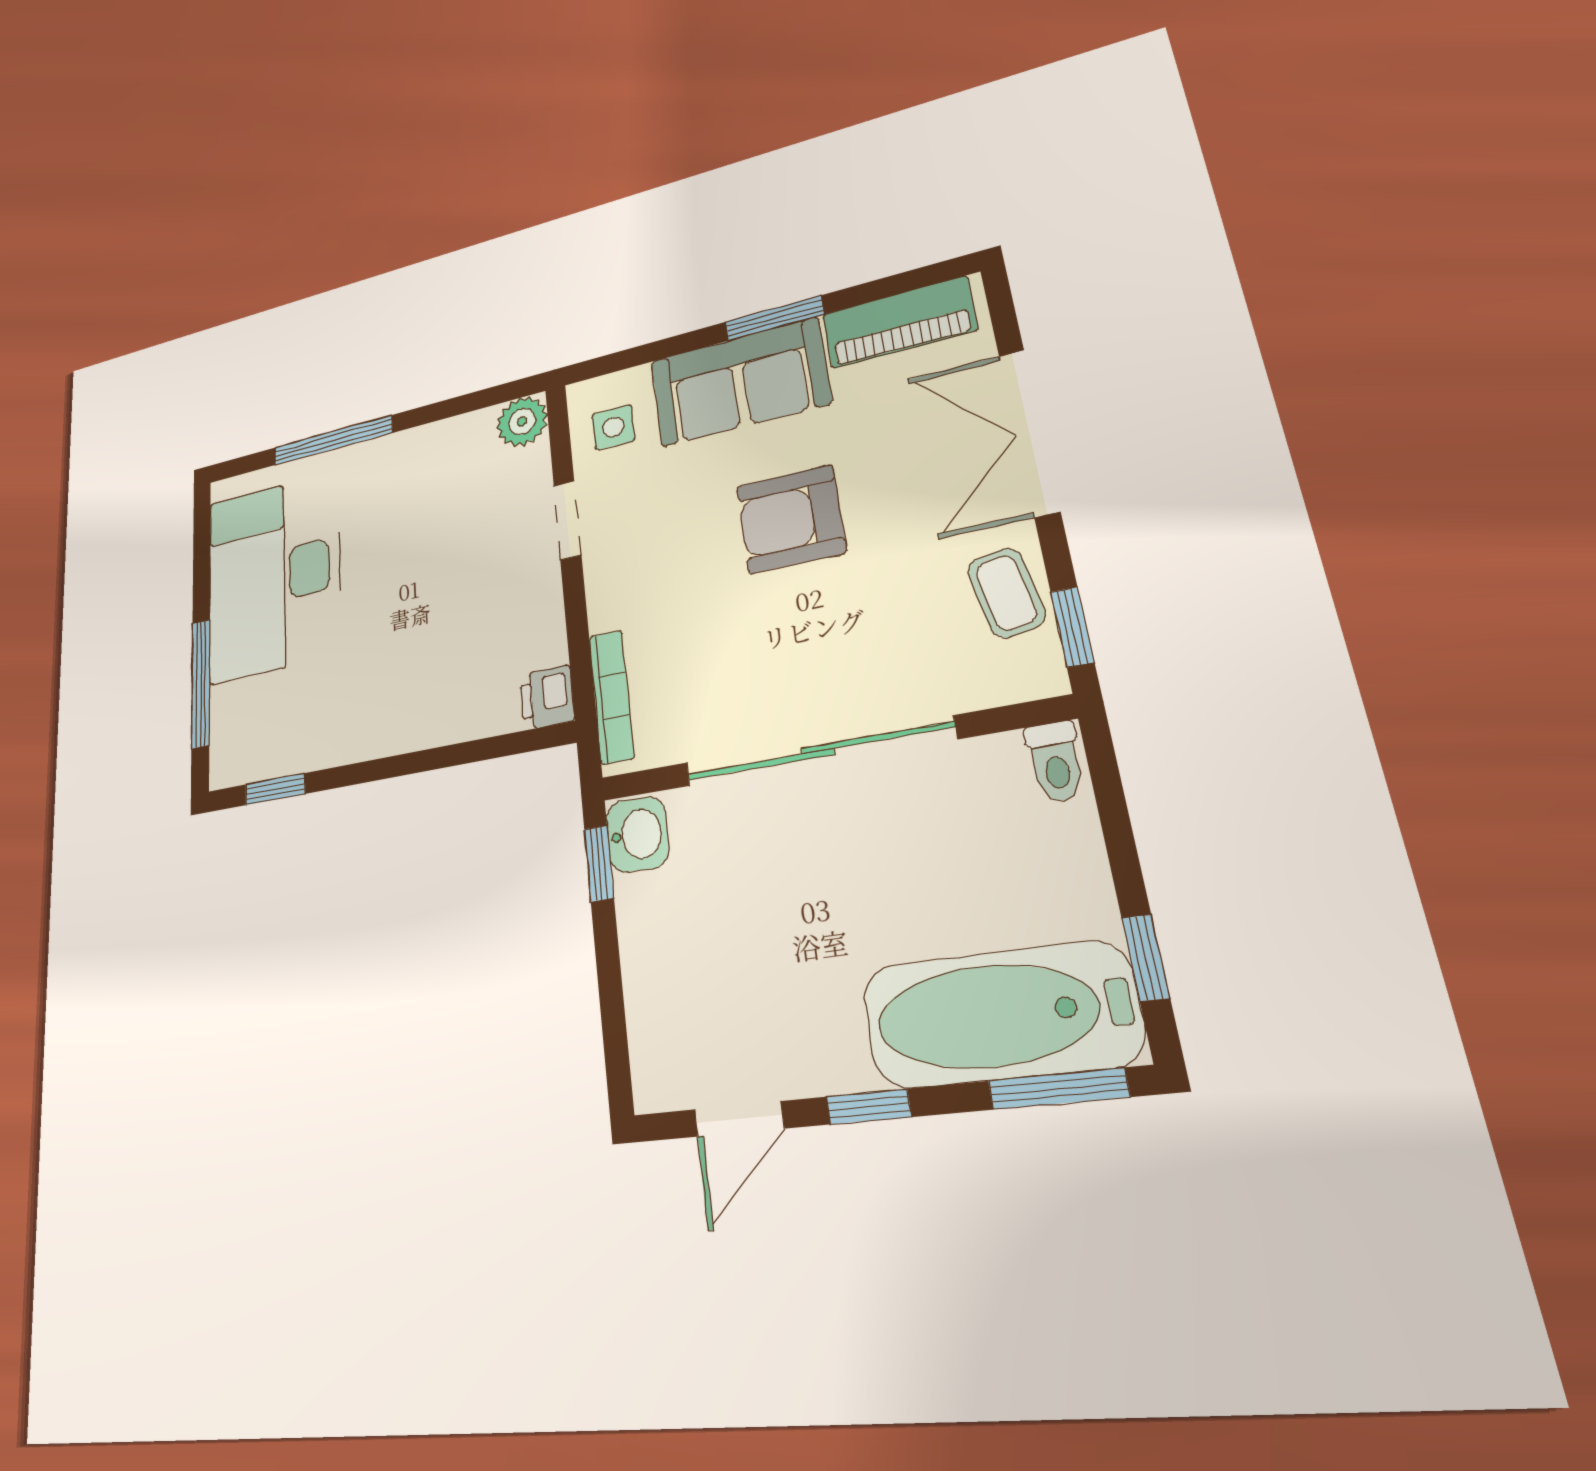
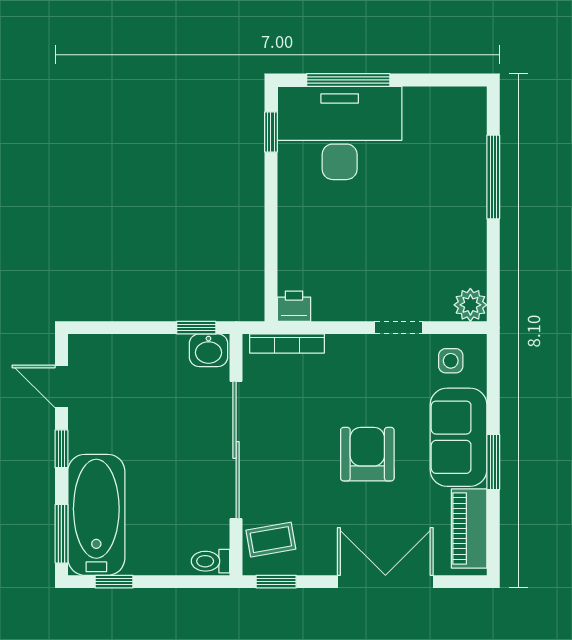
desk: (274, 577) -> (340, 133), moved
coffee table: (1006, 593) -> (271, 540), moved

